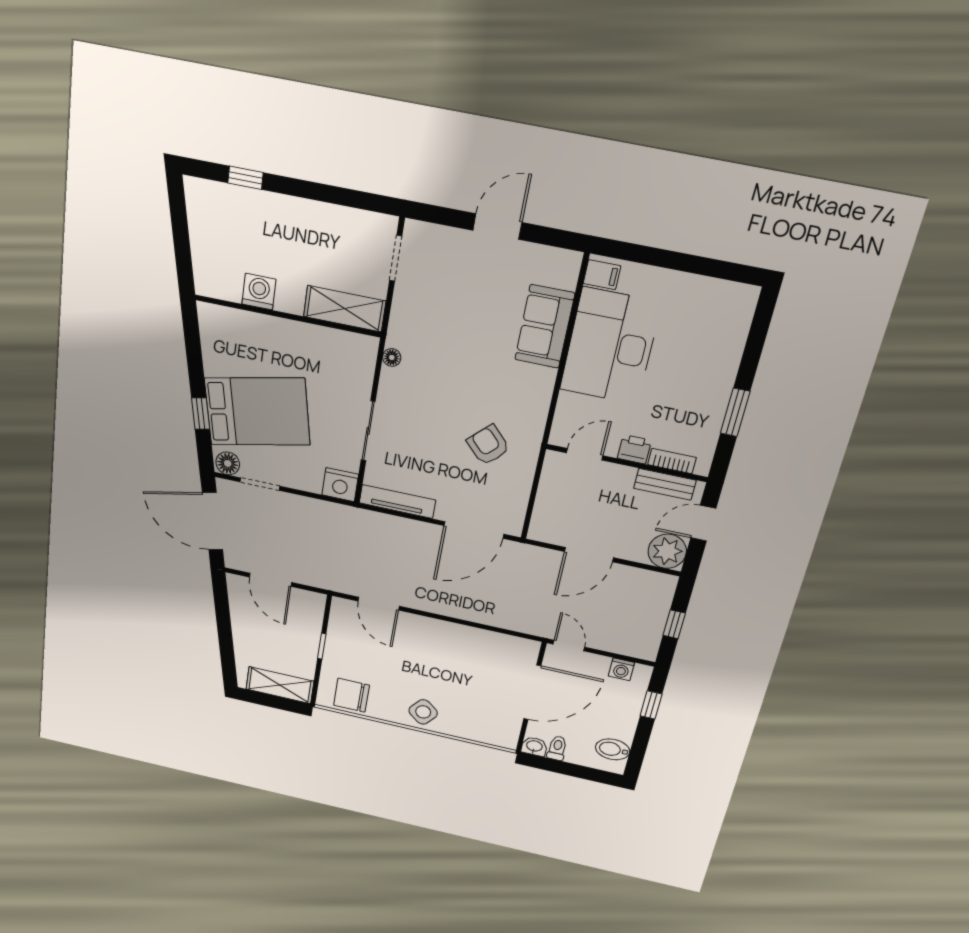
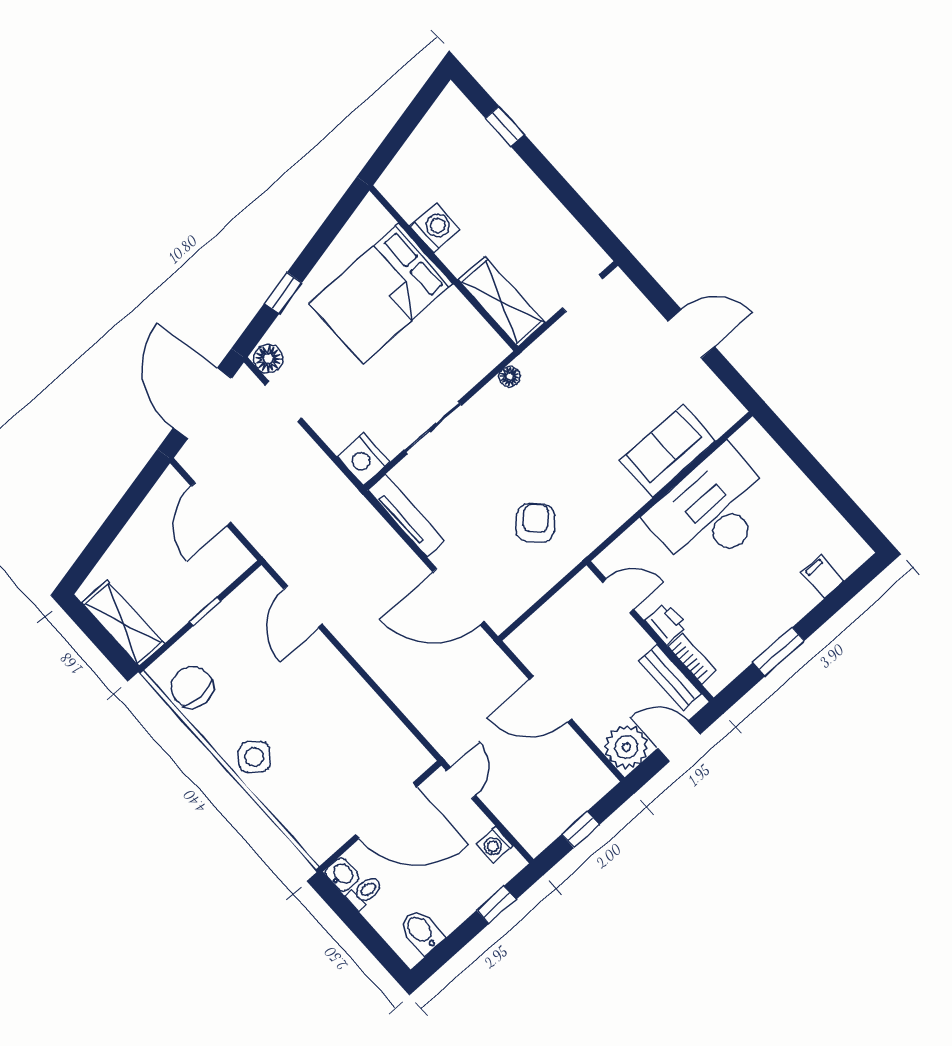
filing cabinet: (602, 275) -> (823, 576), moved, turned 180
bed: (257, 412) -> (381, 293), moved, turned 102

